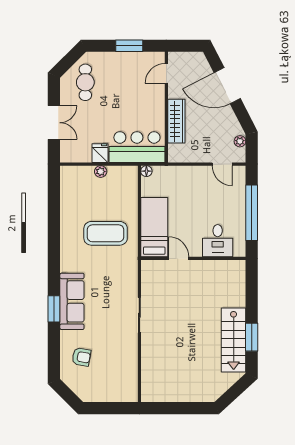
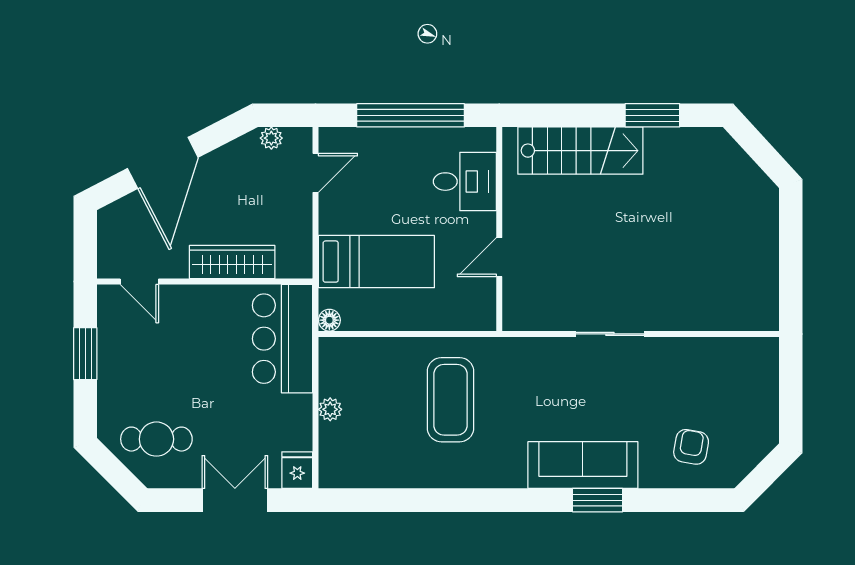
fridge: (100, 153) -> (297, 470), moved, turned 90
bed: (154, 227) -> (376, 262), moved, turned 180
stairs: (234, 340) -> (580, 151), moved

